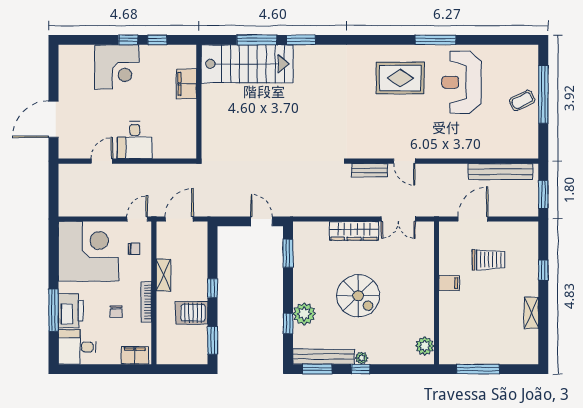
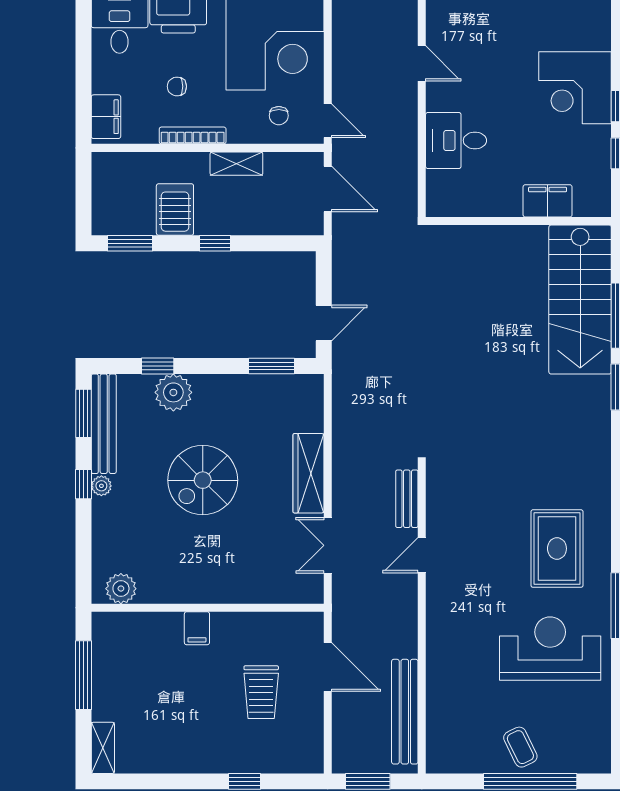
desk: (135, 140) -> (456, 140), moved
filing cabinet: (449, 283) -> (197, 628), moved
shelving: (531, 313) -> (103, 748), moved, turned 90

